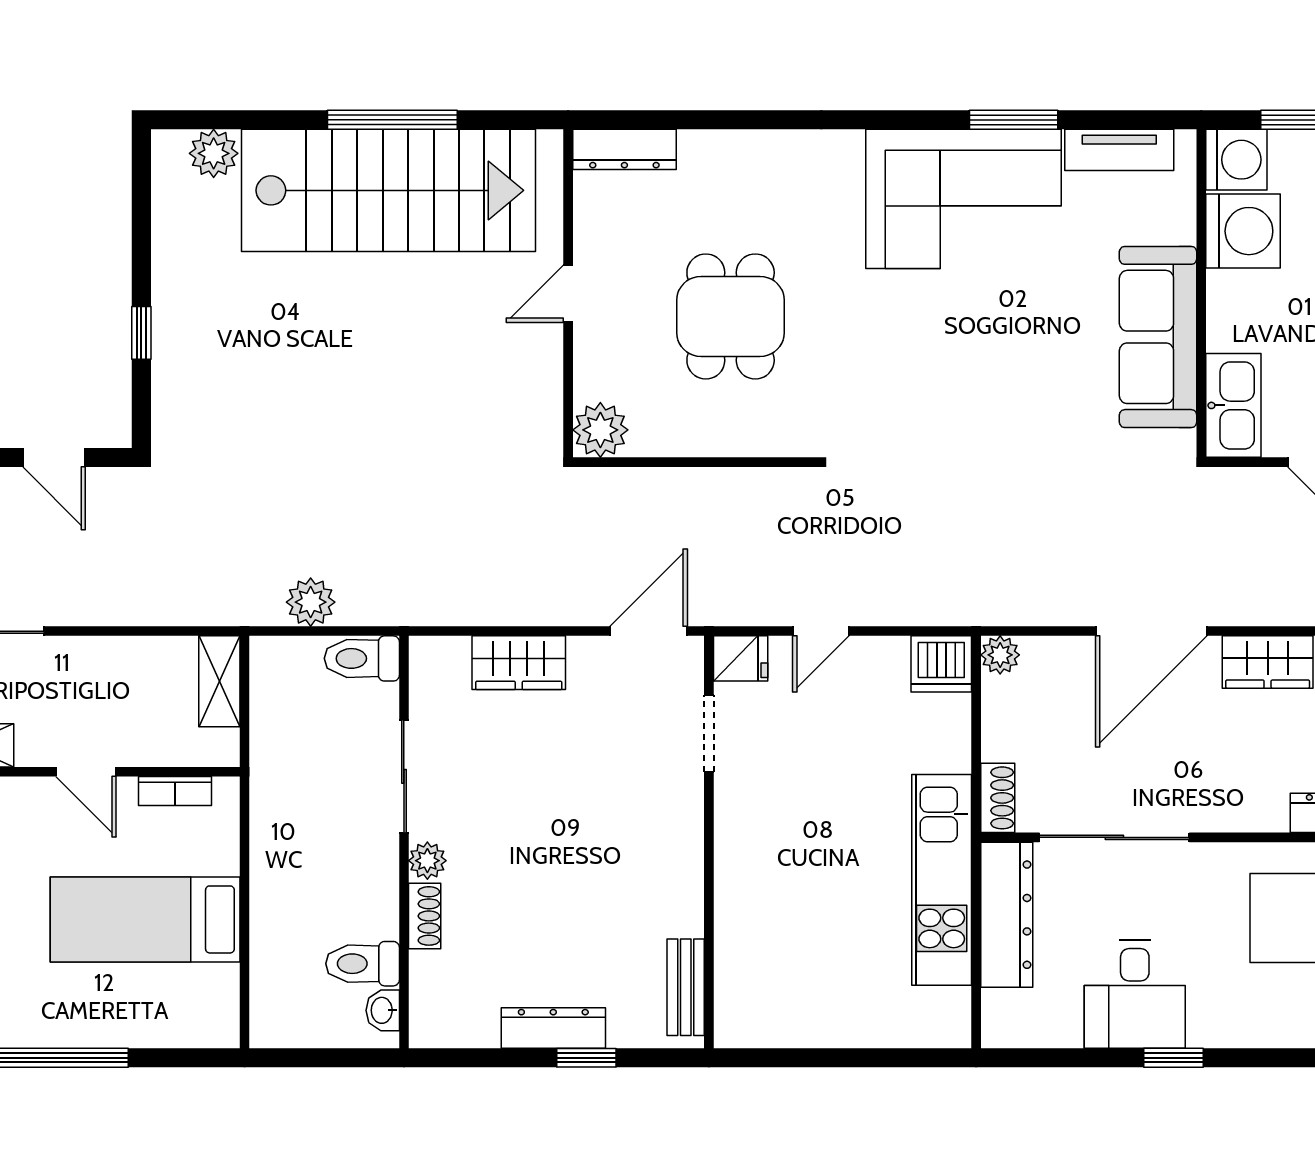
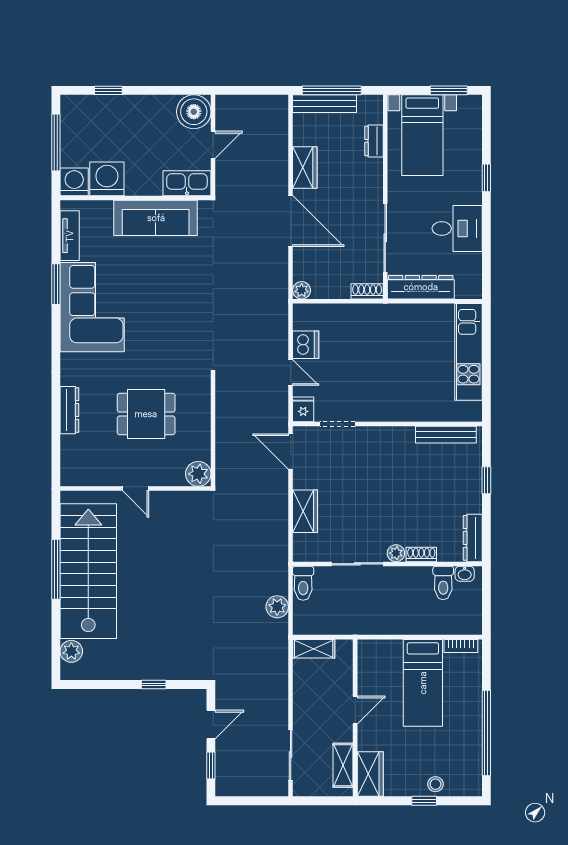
dresser: (624, 149) -> (69, 410), moved
dishwasher: (941, 664) -> (306, 345), moved
bookcase: (175, 791) -> (461, 646), moved, turned 90
kitchen unit: (942, 880) -> (468, 352), moved, turned 90
bench: (686, 987) -> (446, 435), width x1.36
dresser: (553, 1028) -> (473, 538), moved
window: (1173, 1058) -> (486, 178), moved

